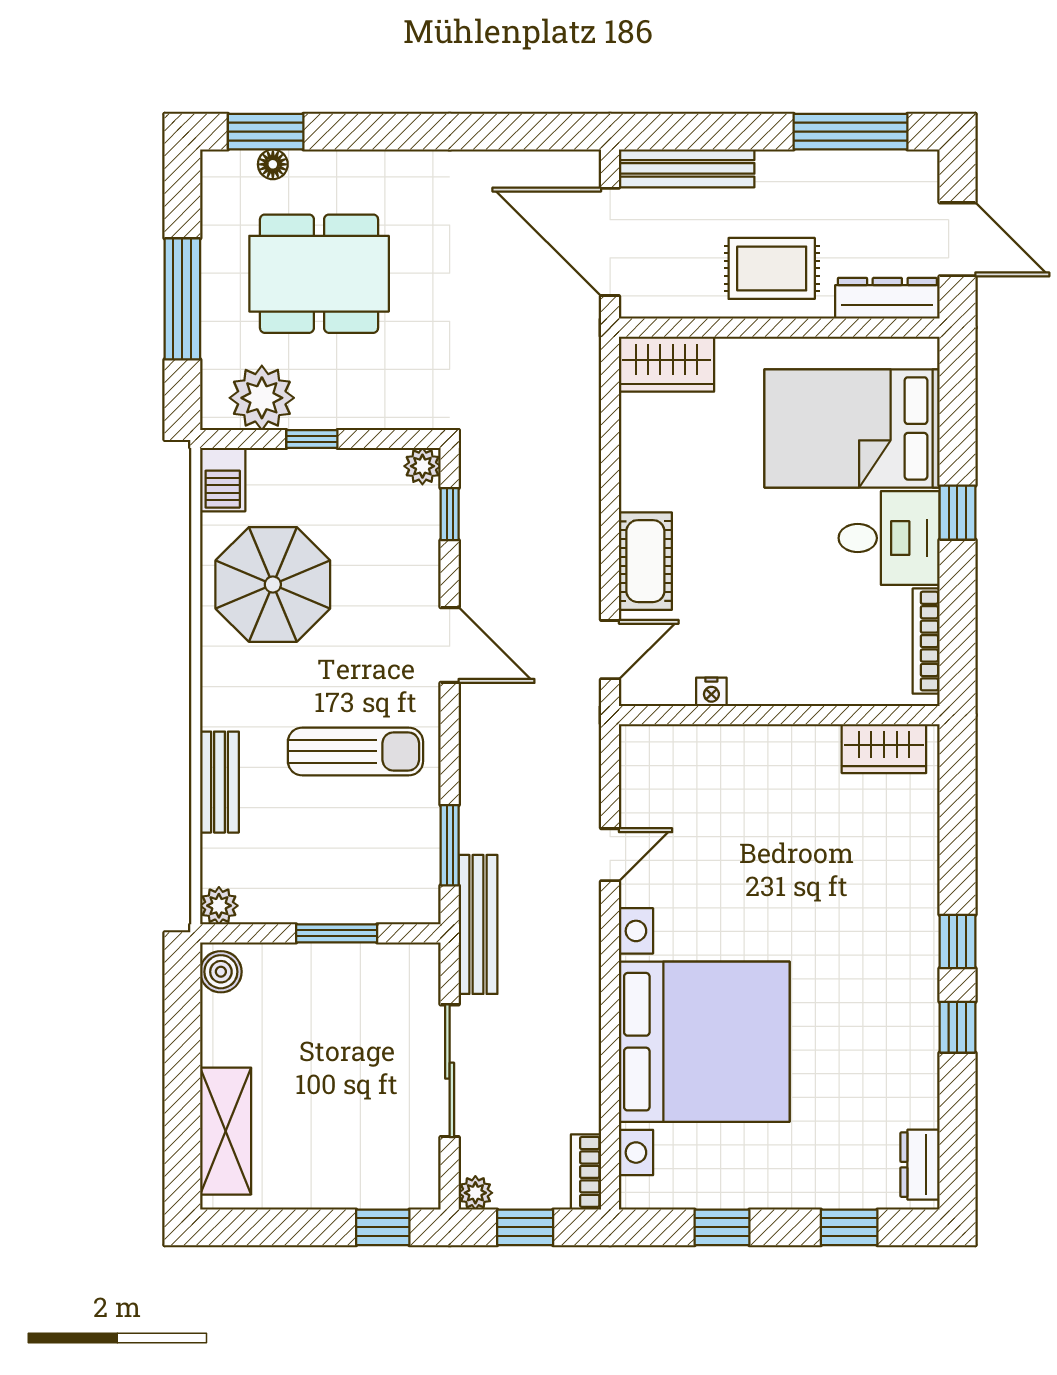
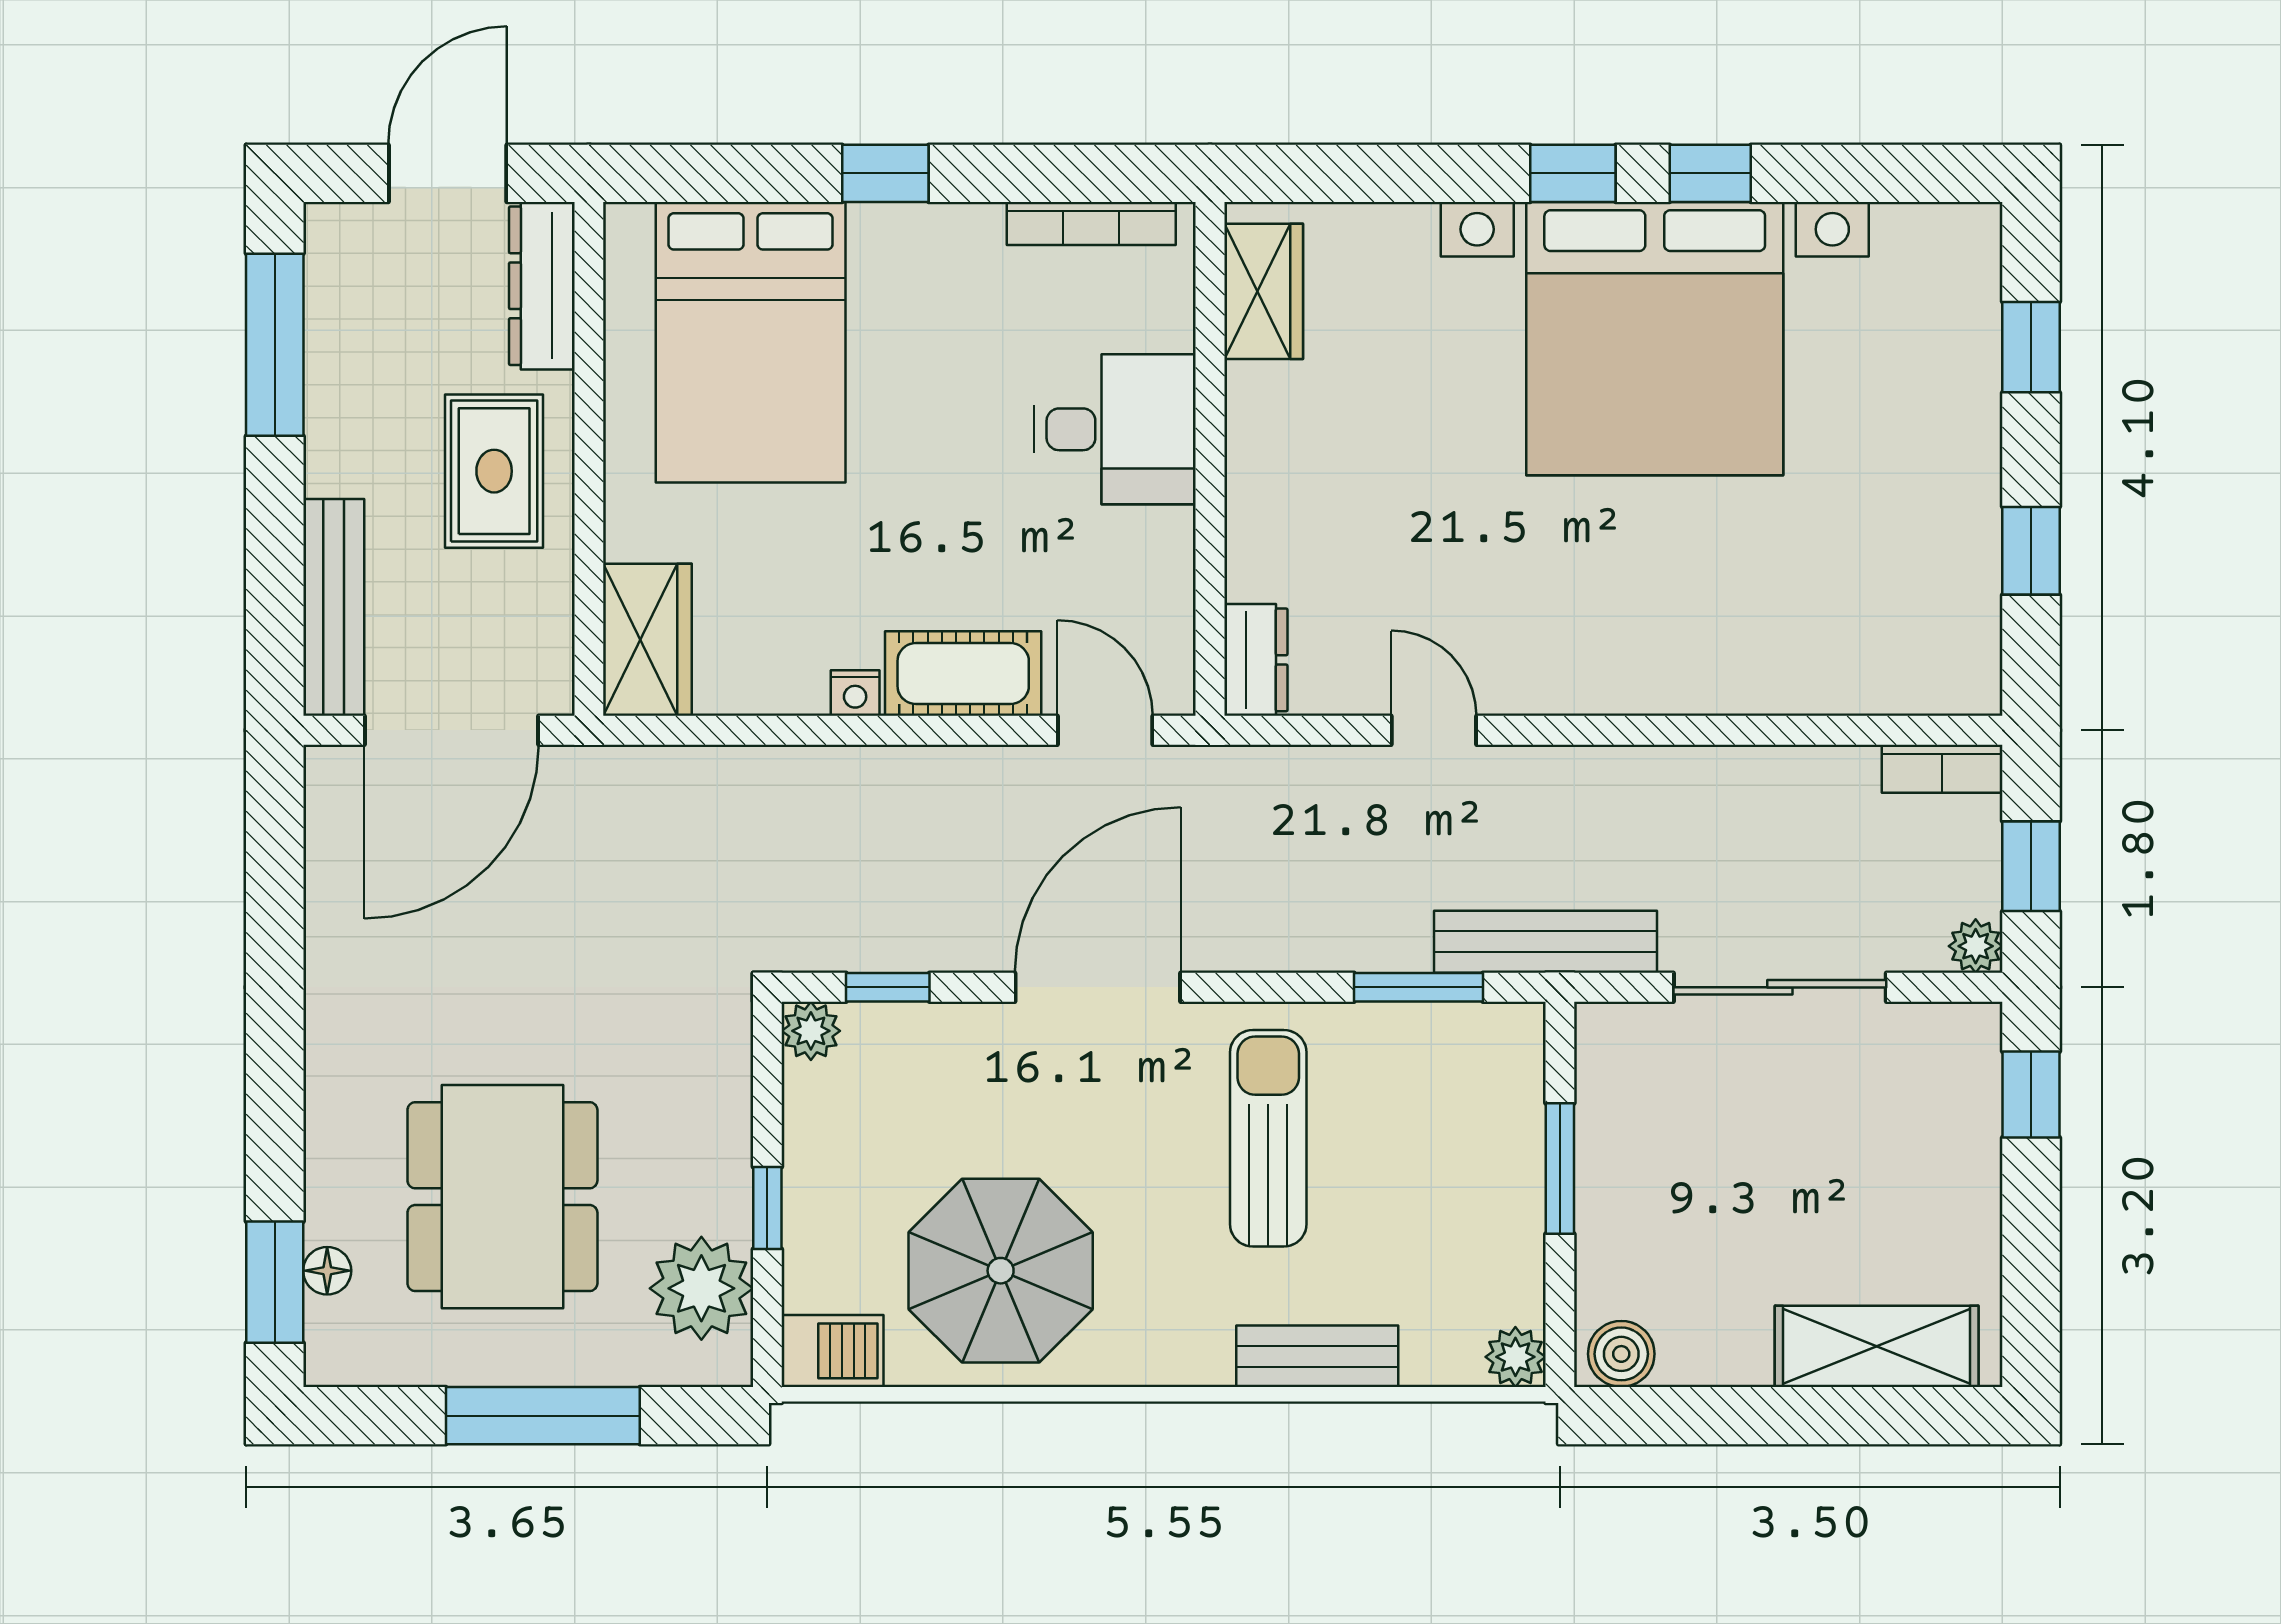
desk: (889, 538) -> (1115, 429), moved, turned 90
door: (450, 645) -> (1098, 987), width x1.36
nightstand: (711, 692) -> (855, 693), moved, turned 90
bed with nightstands: (704, 1042) -> (1655, 339), moved, turned 180
dresser: (920, 1165) -> (1256, 660), moved, turned -90

